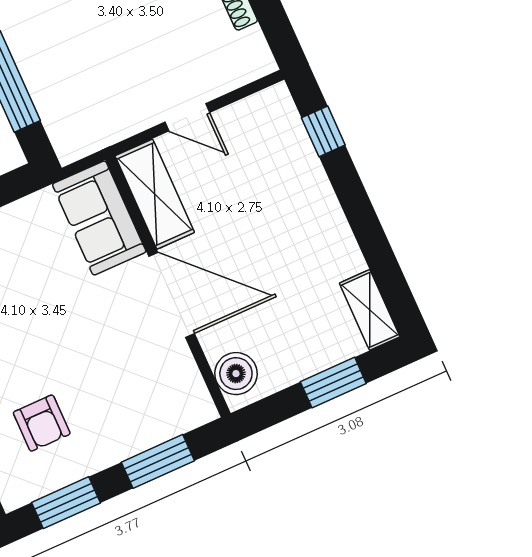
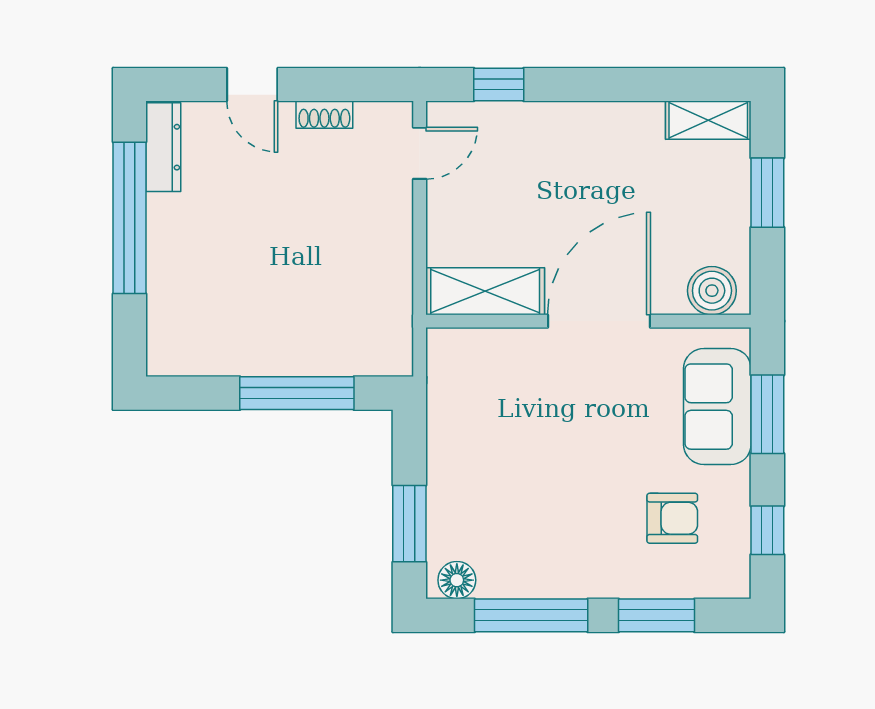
door: (187, 117) -> (420, 153), moved
sofa: (99, 218) -> (717, 407), moved, turned 90
window: (66, 503) -> (767, 530), width x0.67

